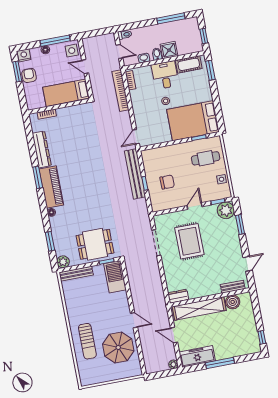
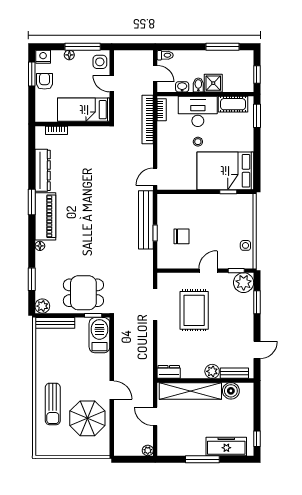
desk: (165, 75) -> (198, 111), width x1.37
cafe table: (206, 158) -> (232, 217), removed
plant: (214, 289) -> (212, 371), added
freezer: (197, 356) -> (226, 446), moved

